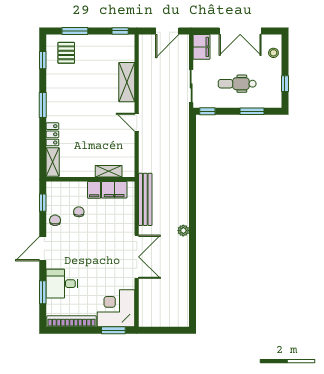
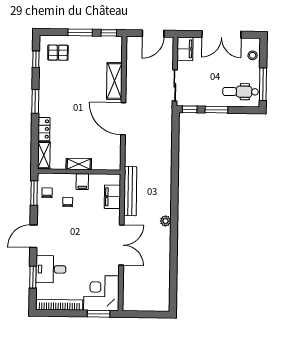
window: (75, 31) -> (80, 32), moved
pallet: (66, 53) -> (58, 53), turned 90
dental chair: (237, 84) -> (240, 92), moved
window: (285, 84) -> (263, 84), width x2.17
window: (252, 111) -> (216, 110), moved
door: (137, 122) -> (123, 119), width x1.87
shelving: (109, 171) -> (79, 164), moved
filing cabinet: (114, 190) -> (112, 197), moved, turned 90
window: (43, 203) -> (34, 193), width x1.50
chair: (55, 220) -> (47, 193), moved

